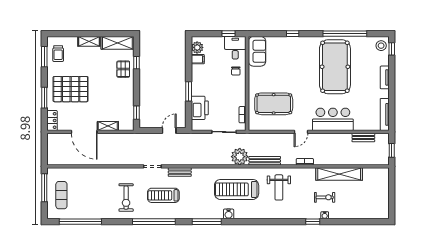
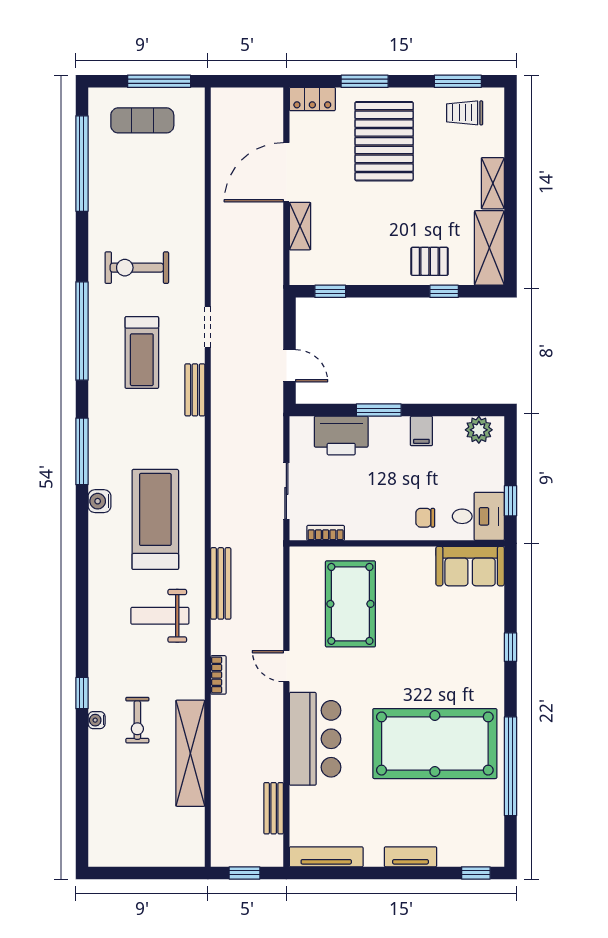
stool: (381, 46) -> (483, 849), removed
filing cabinet: (198, 59) -> (421, 431), moved
plant: (240, 157) -> (230, 526), removed
treadmill: (163, 195) -> (142, 353), turned 180

